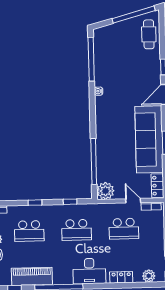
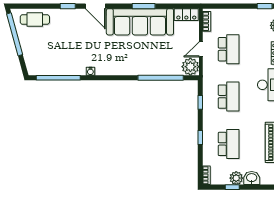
door: (133, 201) -> (201, 49), moved

